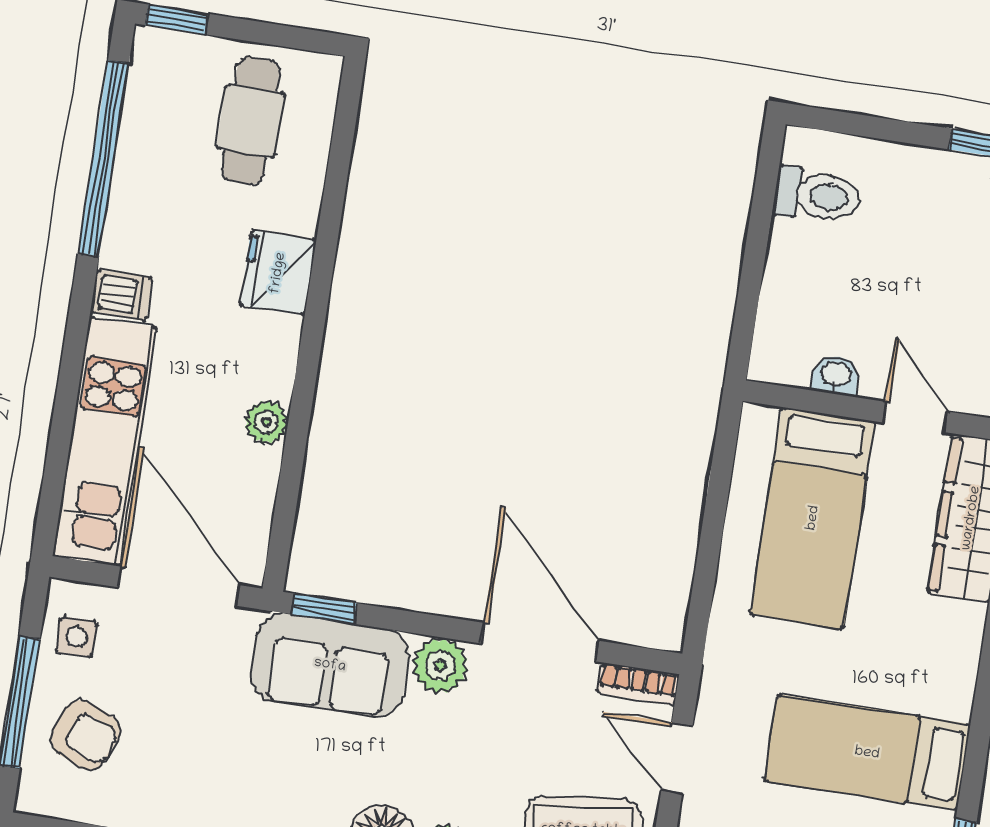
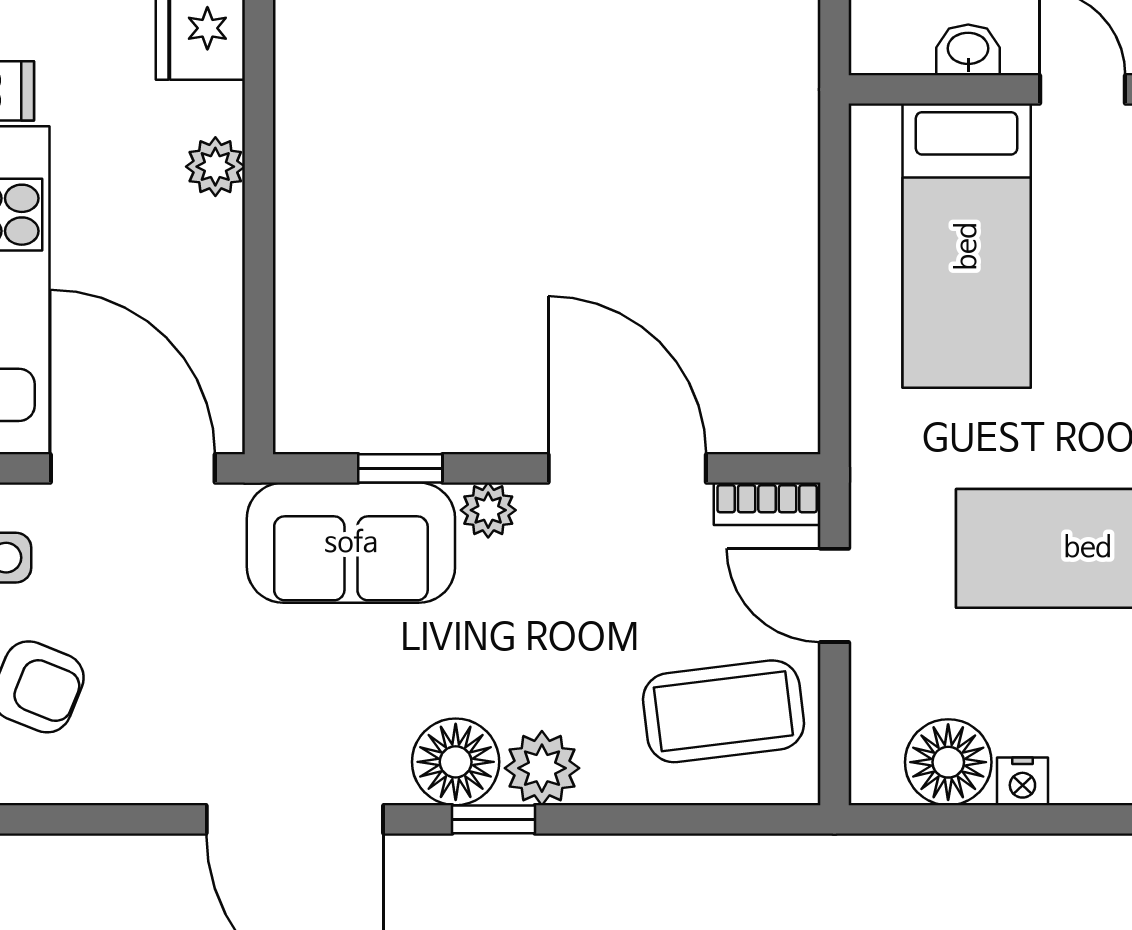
plant: (266, 422) -> (215, 167), moved
window: (324, 609) -> (400, 468), moved
plant: (440, 666) -> (488, 510), width x0.73, depth x0.73

